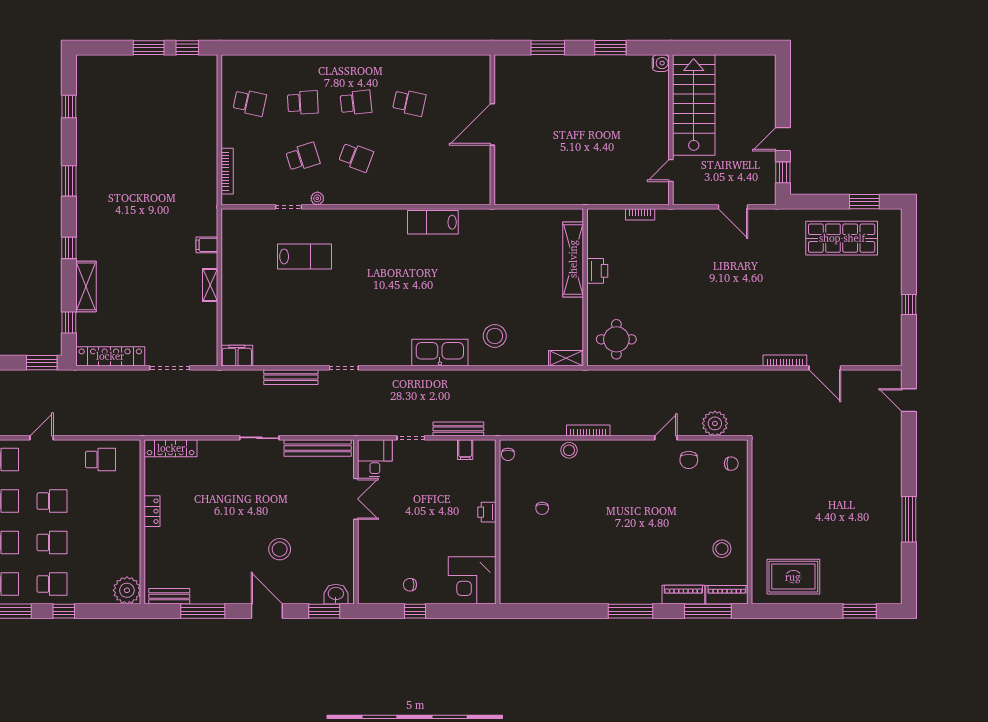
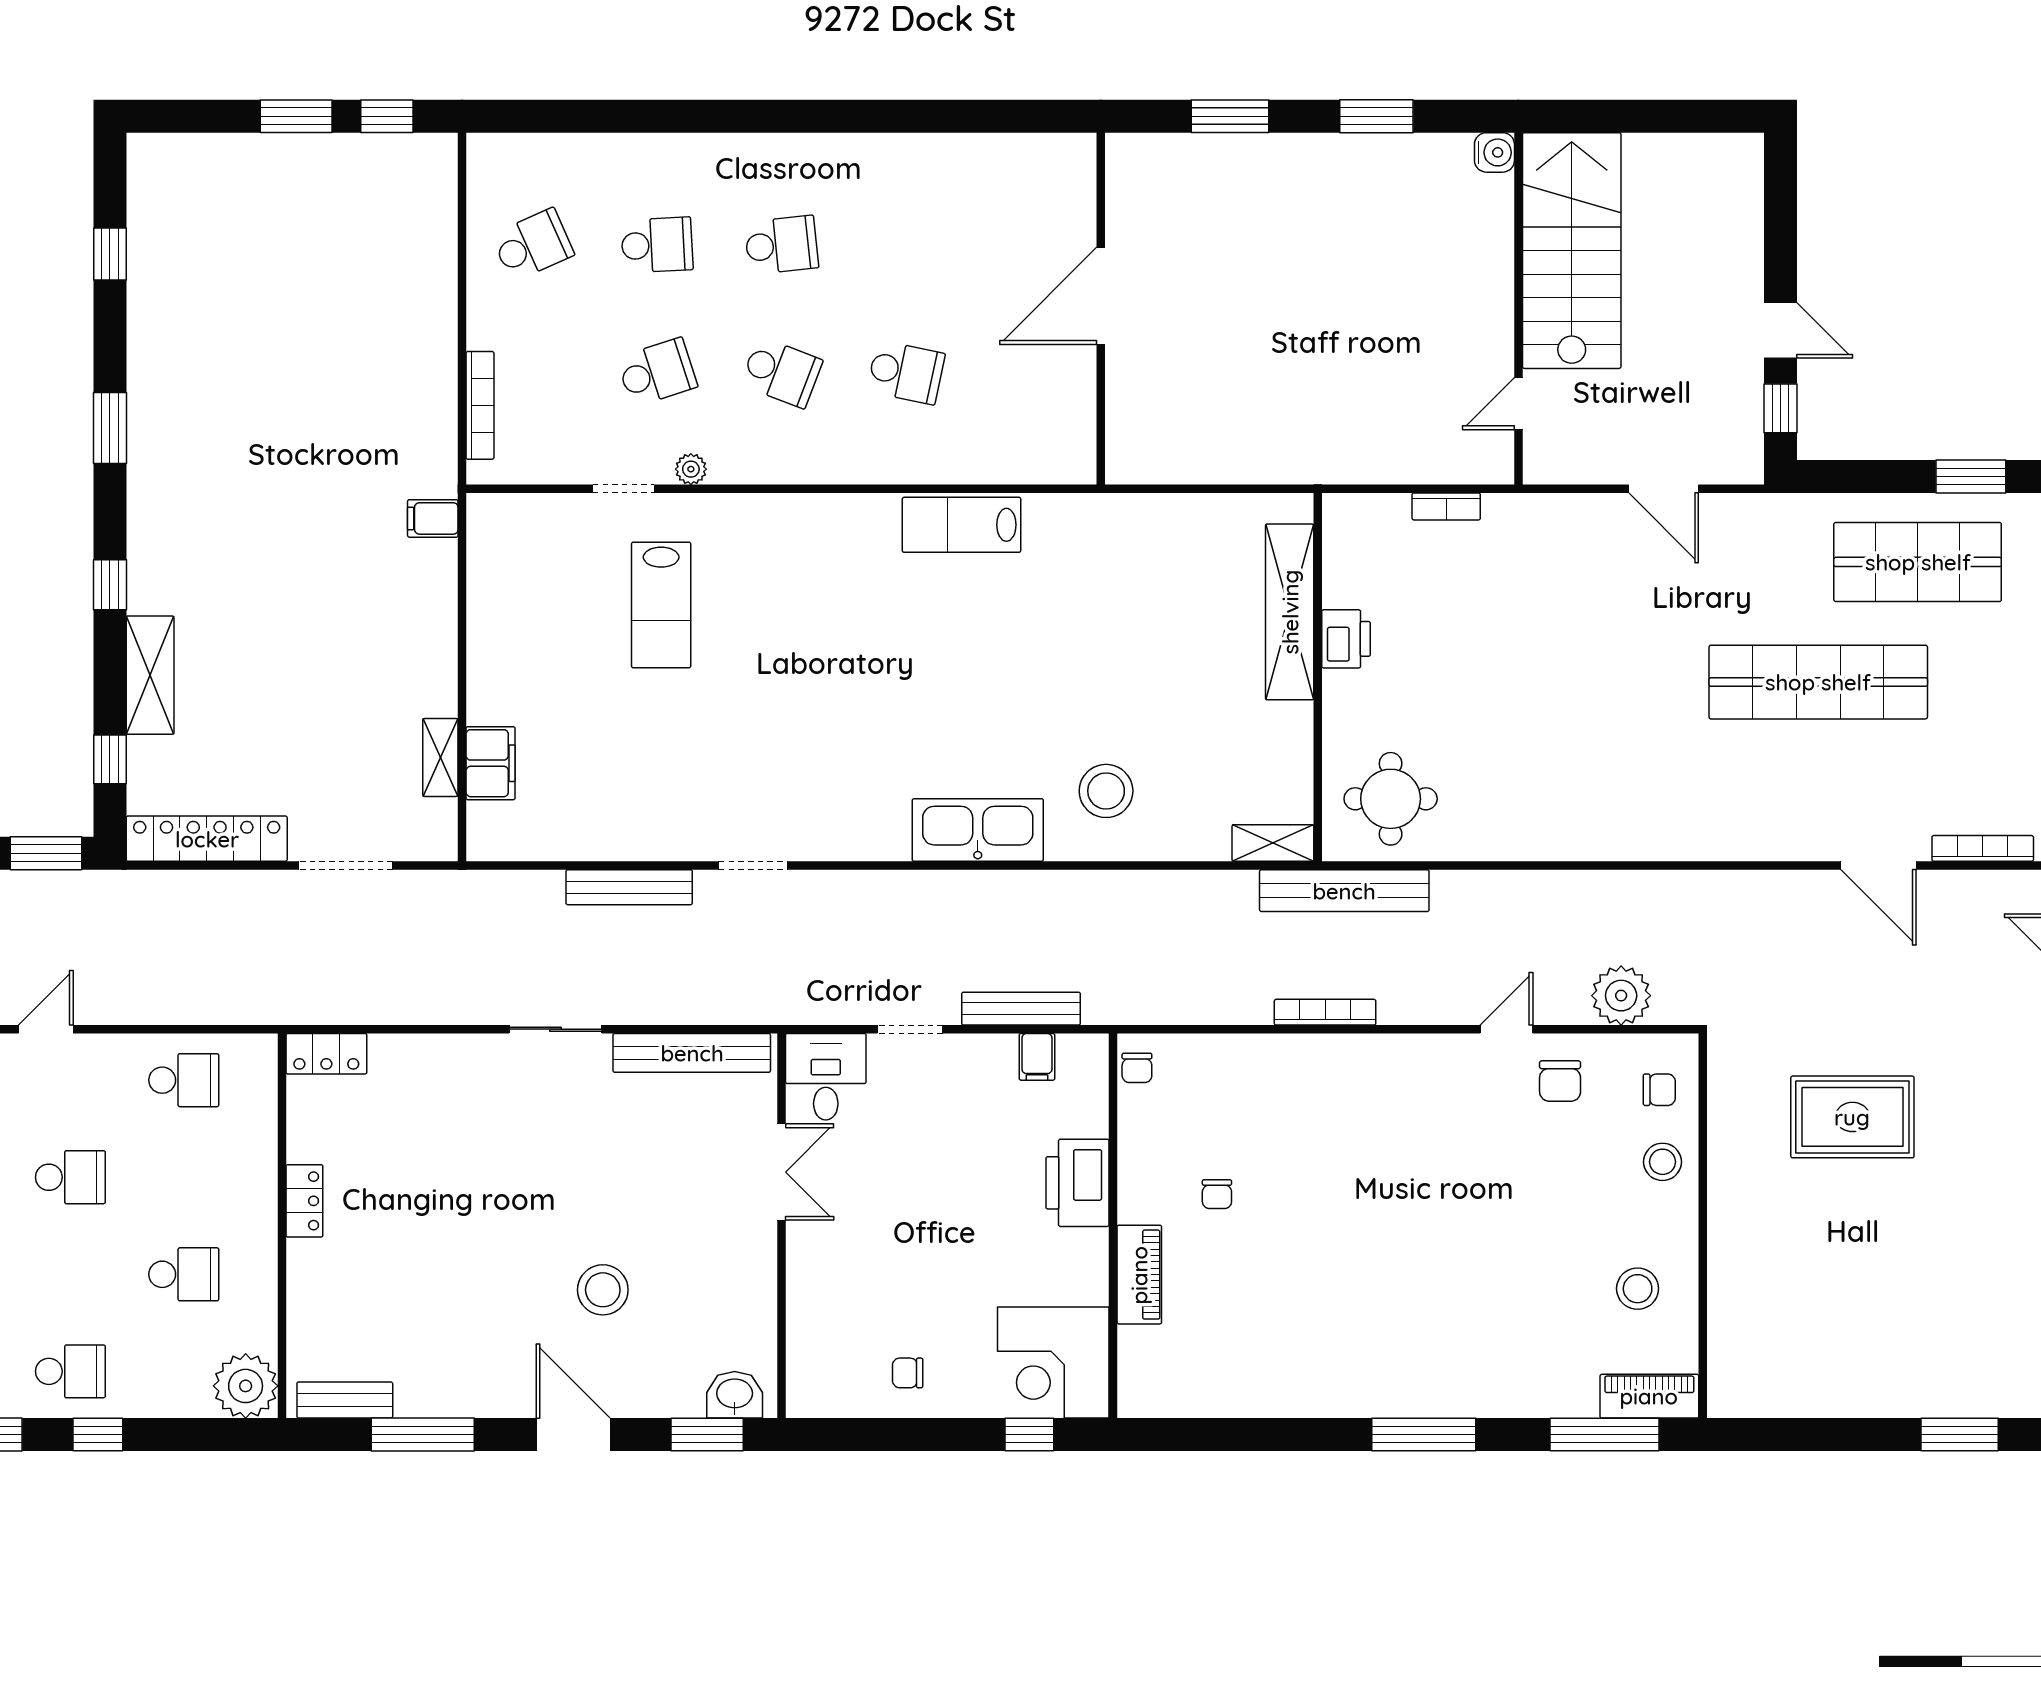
school desk: (250, 103) -> (533, 245), turned -36
school desk: (409, 103) -> (906, 372), moved
door: (783, 139) -> (1780, 330), swing flipped
filing cabinet: (207, 245) -> (433, 518), moved
lab bench: (305, 256) -> (661, 605), turned 90
shelving: (210, 285) -> (440, 757), moved
shop shelf: (799, 289) -> (1818, 682), added
filing cabinet: (237, 356) -> (491, 763), moved, turned 90
bookcase: (785, 361) -> (1983, 848), moved
bench: (597, 379) -> (1344, 891), added
locker: (171, 448) -> (326, 1054), width x0.66
stool: (569, 450) -> (1662, 1162), moved
printer: (487, 512) -> (1078, 1183), width x1.87, depth x1.48
school desk: (52, 543) -> (184, 1274), moved
rug: (793, 577) -> (1852, 1117), moved
piano: (683, 595) -> (1139, 1275), moved, turned 90
window: (415, 611) -> (1029, 1435), moved

